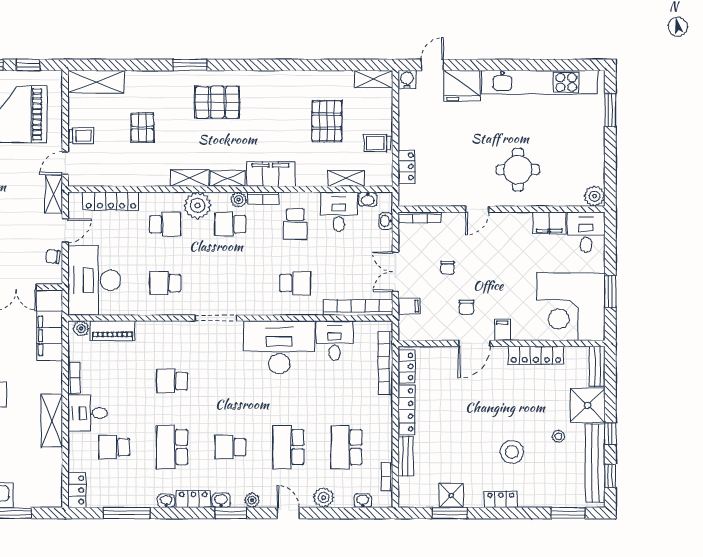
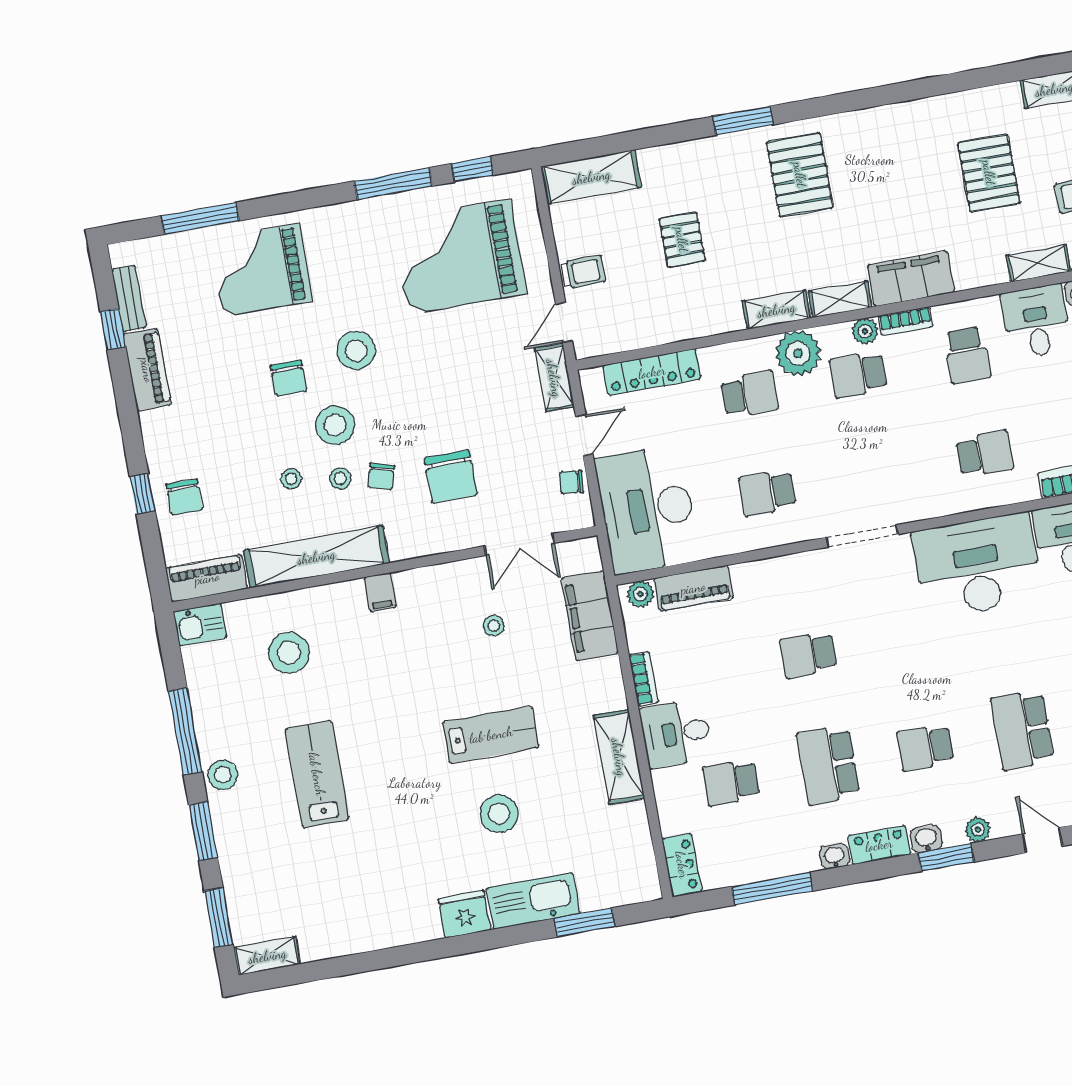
pallet: (217, 102) -> (800, 175), turned 90

